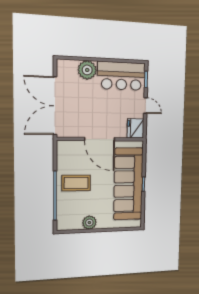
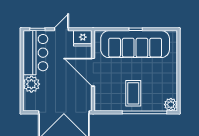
door: (100, 139) -> (93, 72), swing flipped
plant: (89, 223) -> (171, 105), moved

